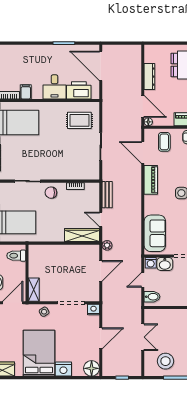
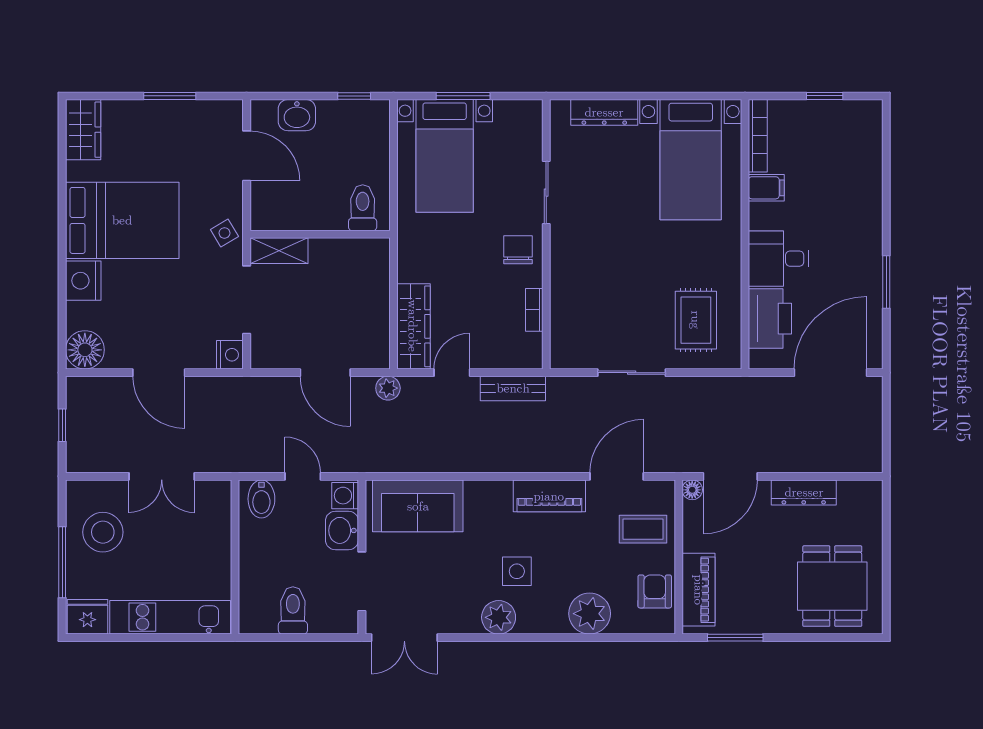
toilet: (16, 256) -> (363, 208), moved
wall: (27, 273) -> (320, 234), moved
shelving: (34, 290) -> (279, 251), moved

